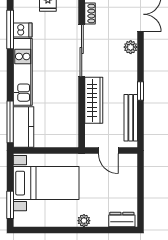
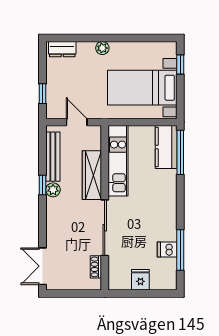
plant: (131, 47) -> (53, 190), moved
kitchen unit: (23, 72) -> (118, 161), moved, turned 180
window: (140, 177) -> (43, 94), added
window: (10, 205) -> (180, 65), width x0.67

